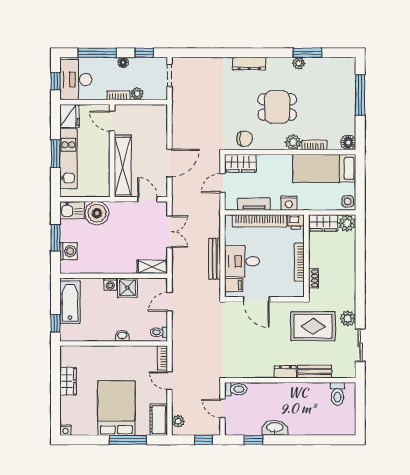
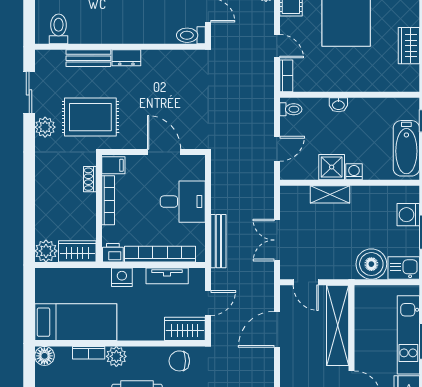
side table: (348, 201) -> (45, 279), removed
bench: (215, 259) -> (218, 241), moved
shelving: (152, 267) -> (330, 194), moved
filing cabinet: (234, 285) -> (113, 165), moved, turned 180

